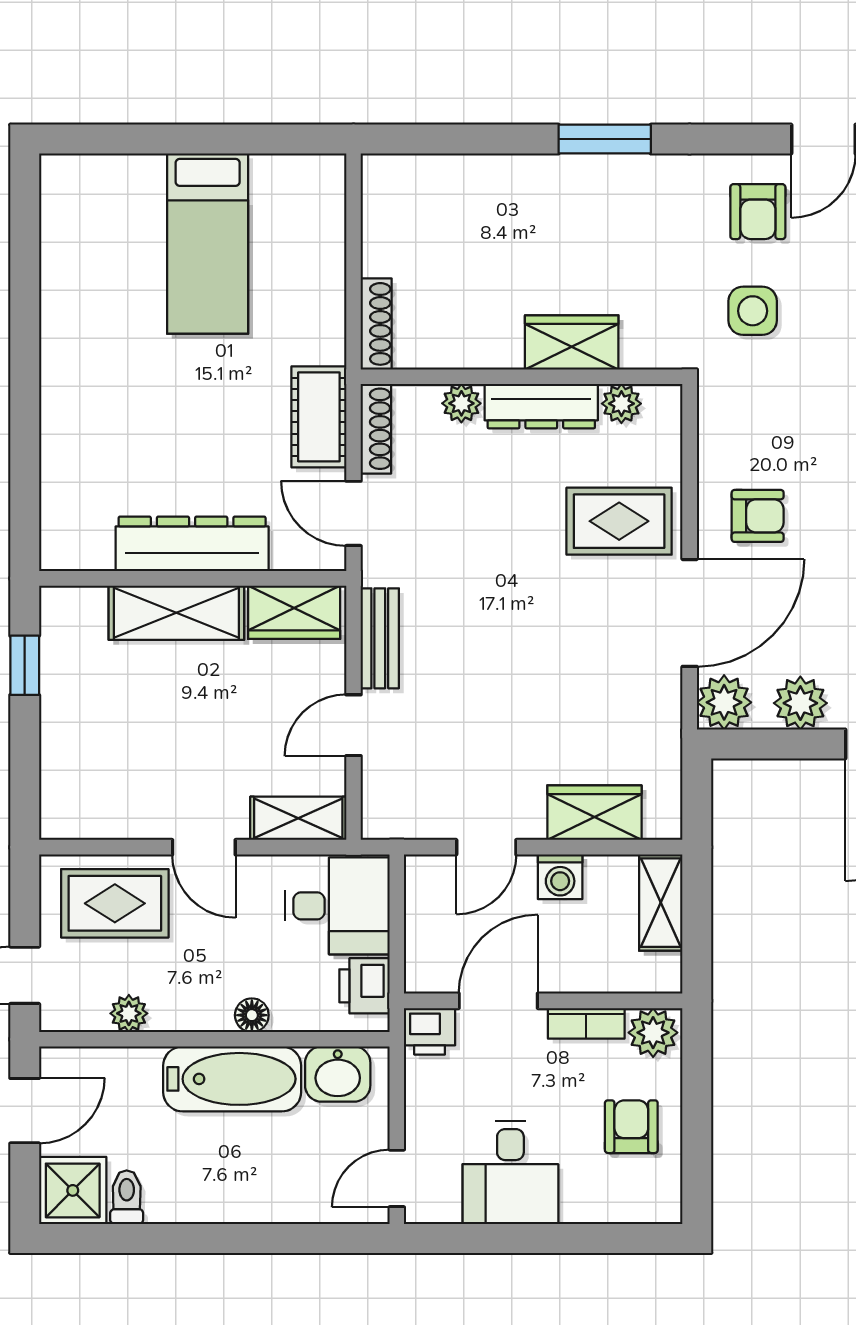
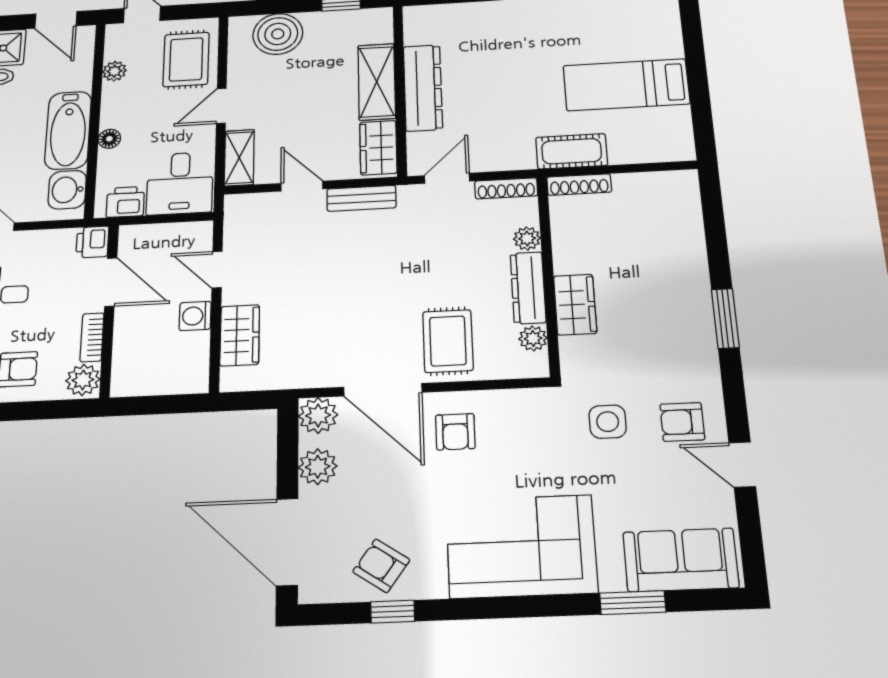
cot: (319, 417) -> (572, 151), moved
boiler: (77, 763) -> (278, 34), added
shelving: (661, 903) -> (175, 381), removed

